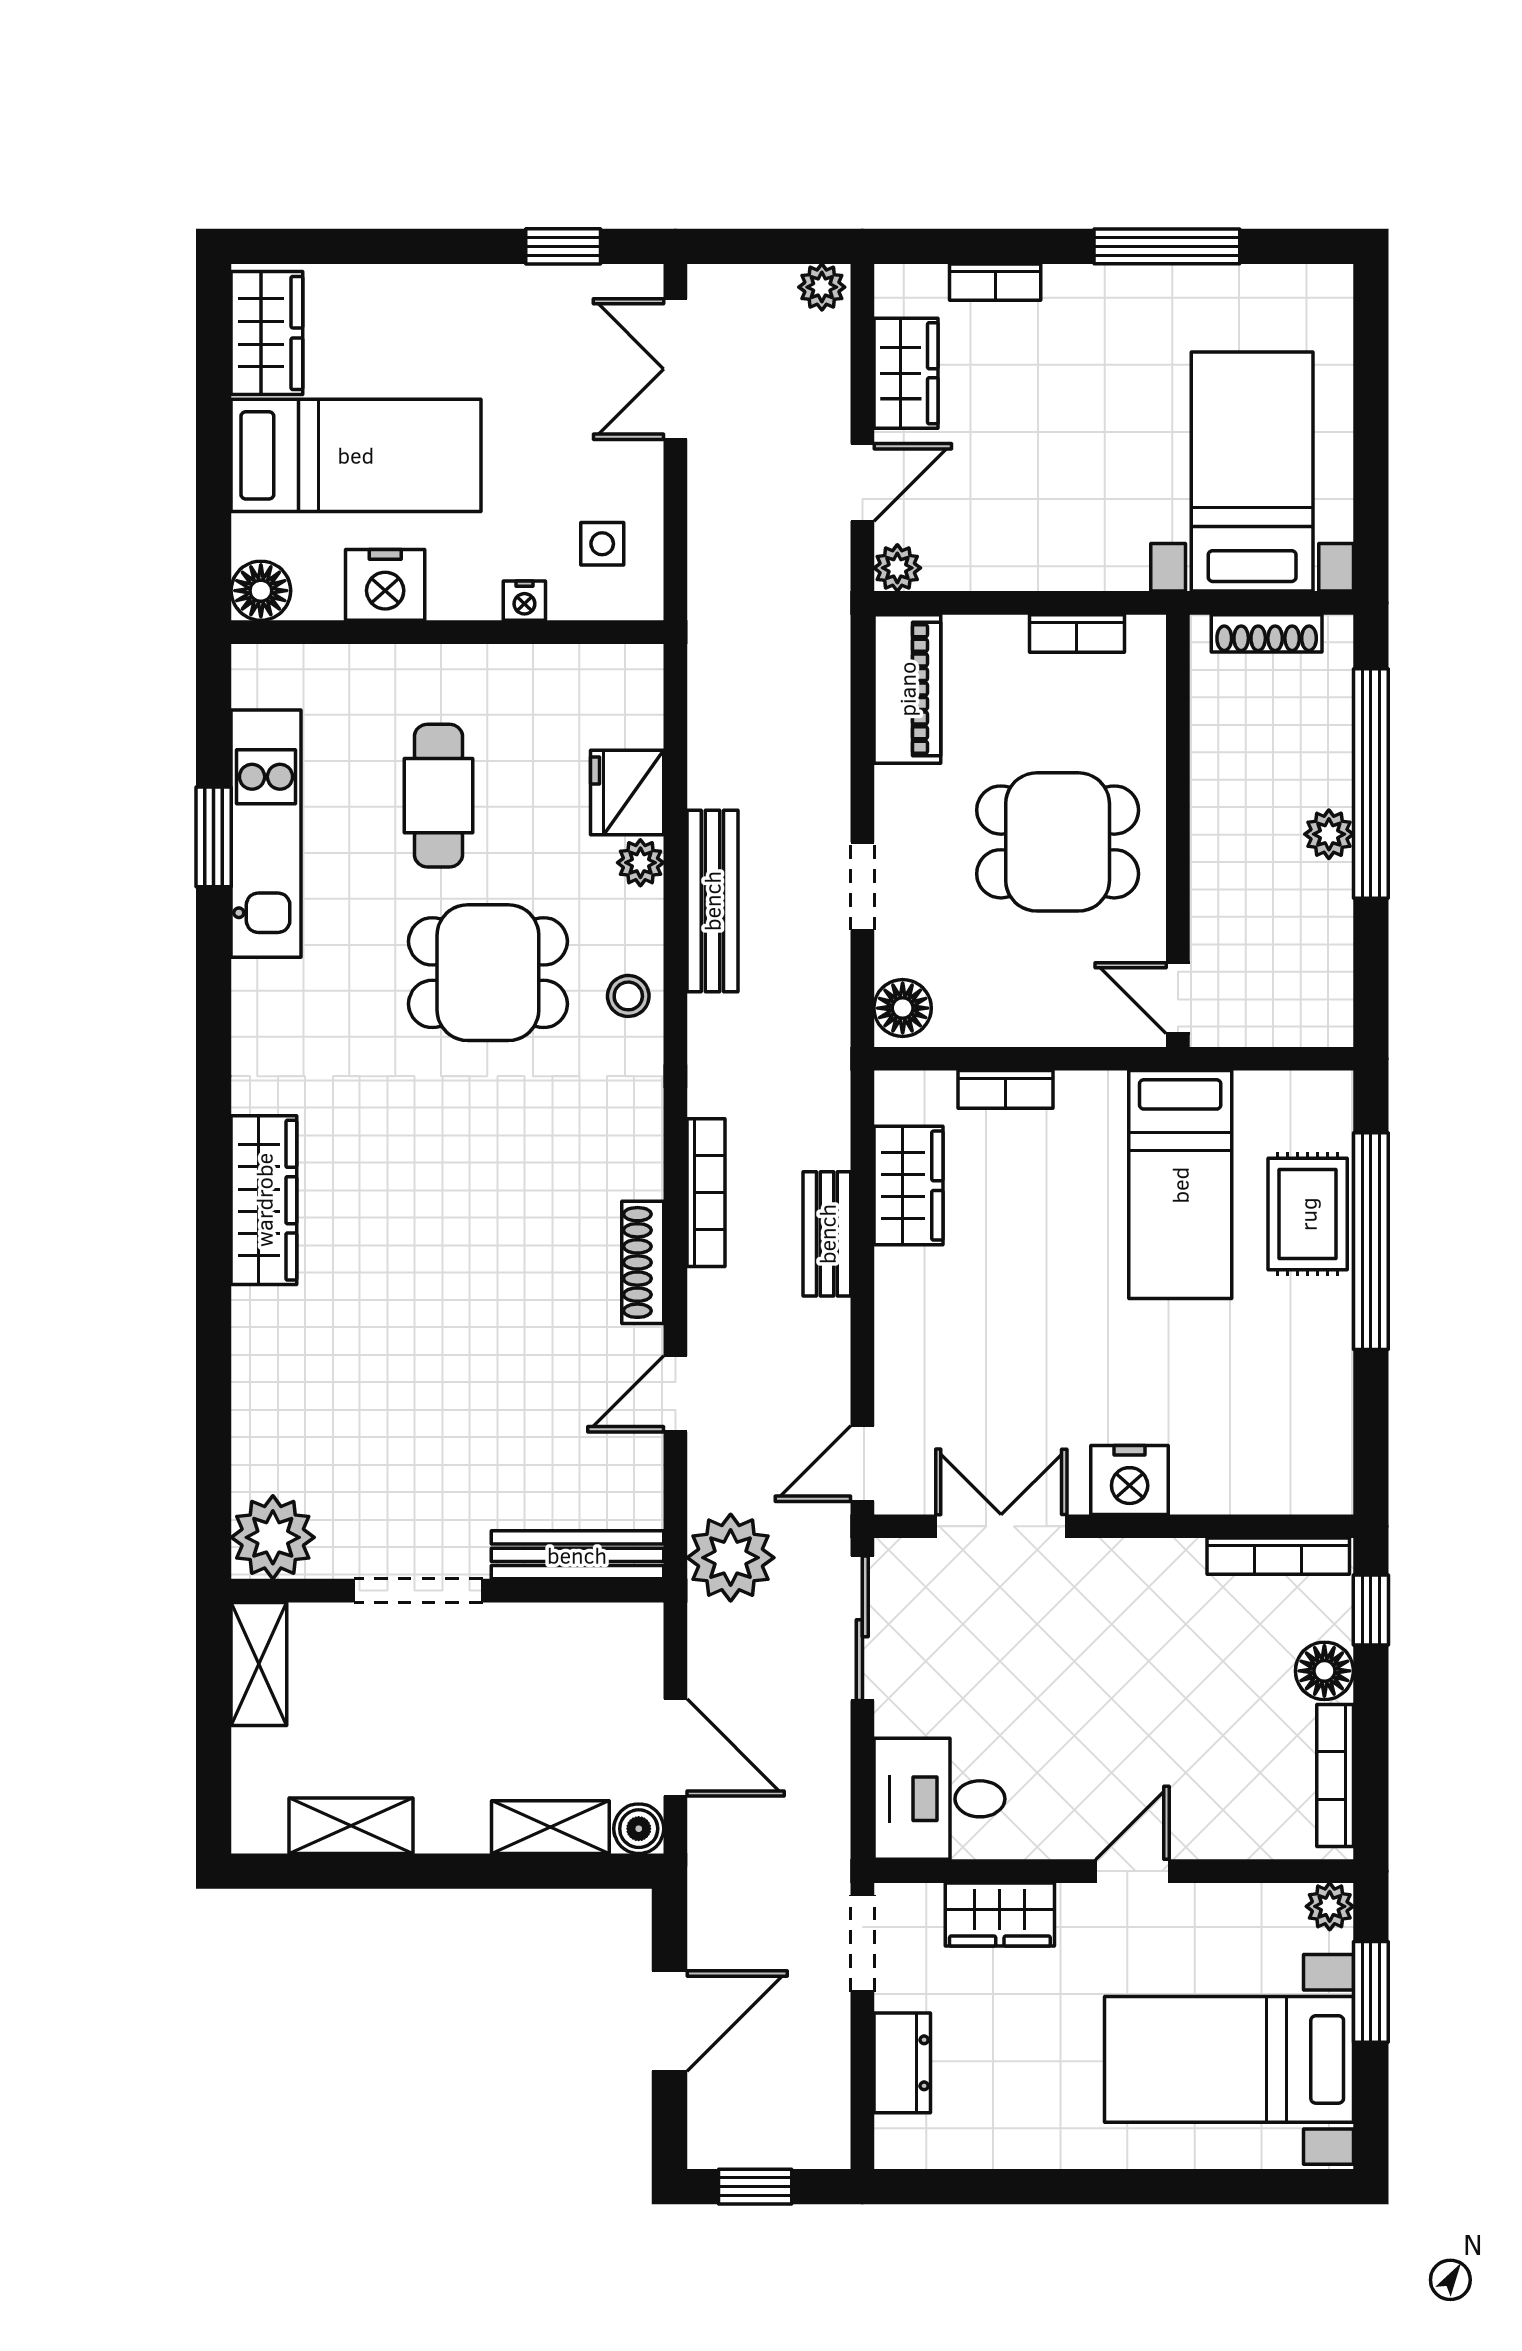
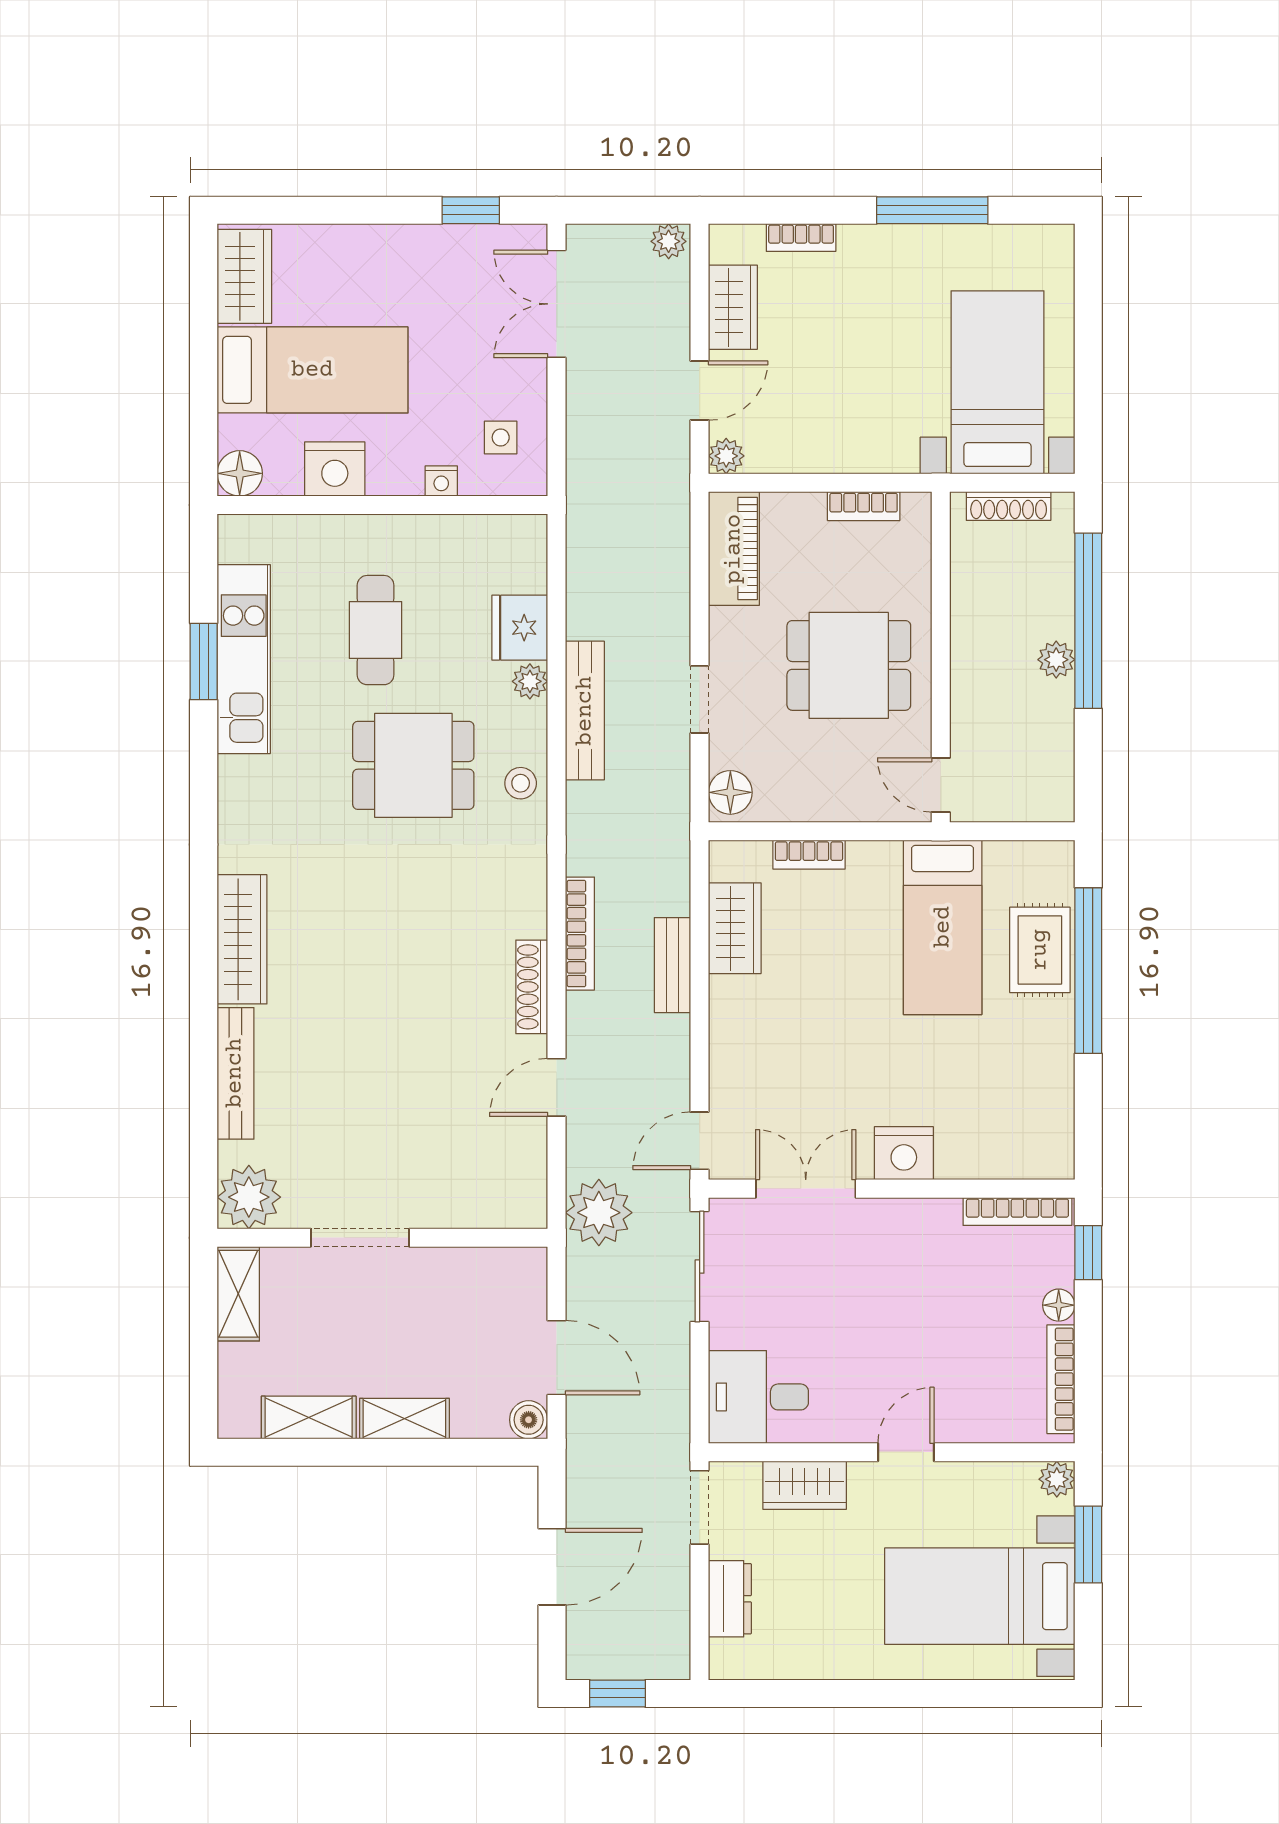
bench: (577, 1555) -> (235, 1073), moved, turned 90
floor lamp: (1324, 1671) -> (1059, 1305), width x0.73, depth x0.73
shelving: (550, 1827) -> (404, 1419), moved

